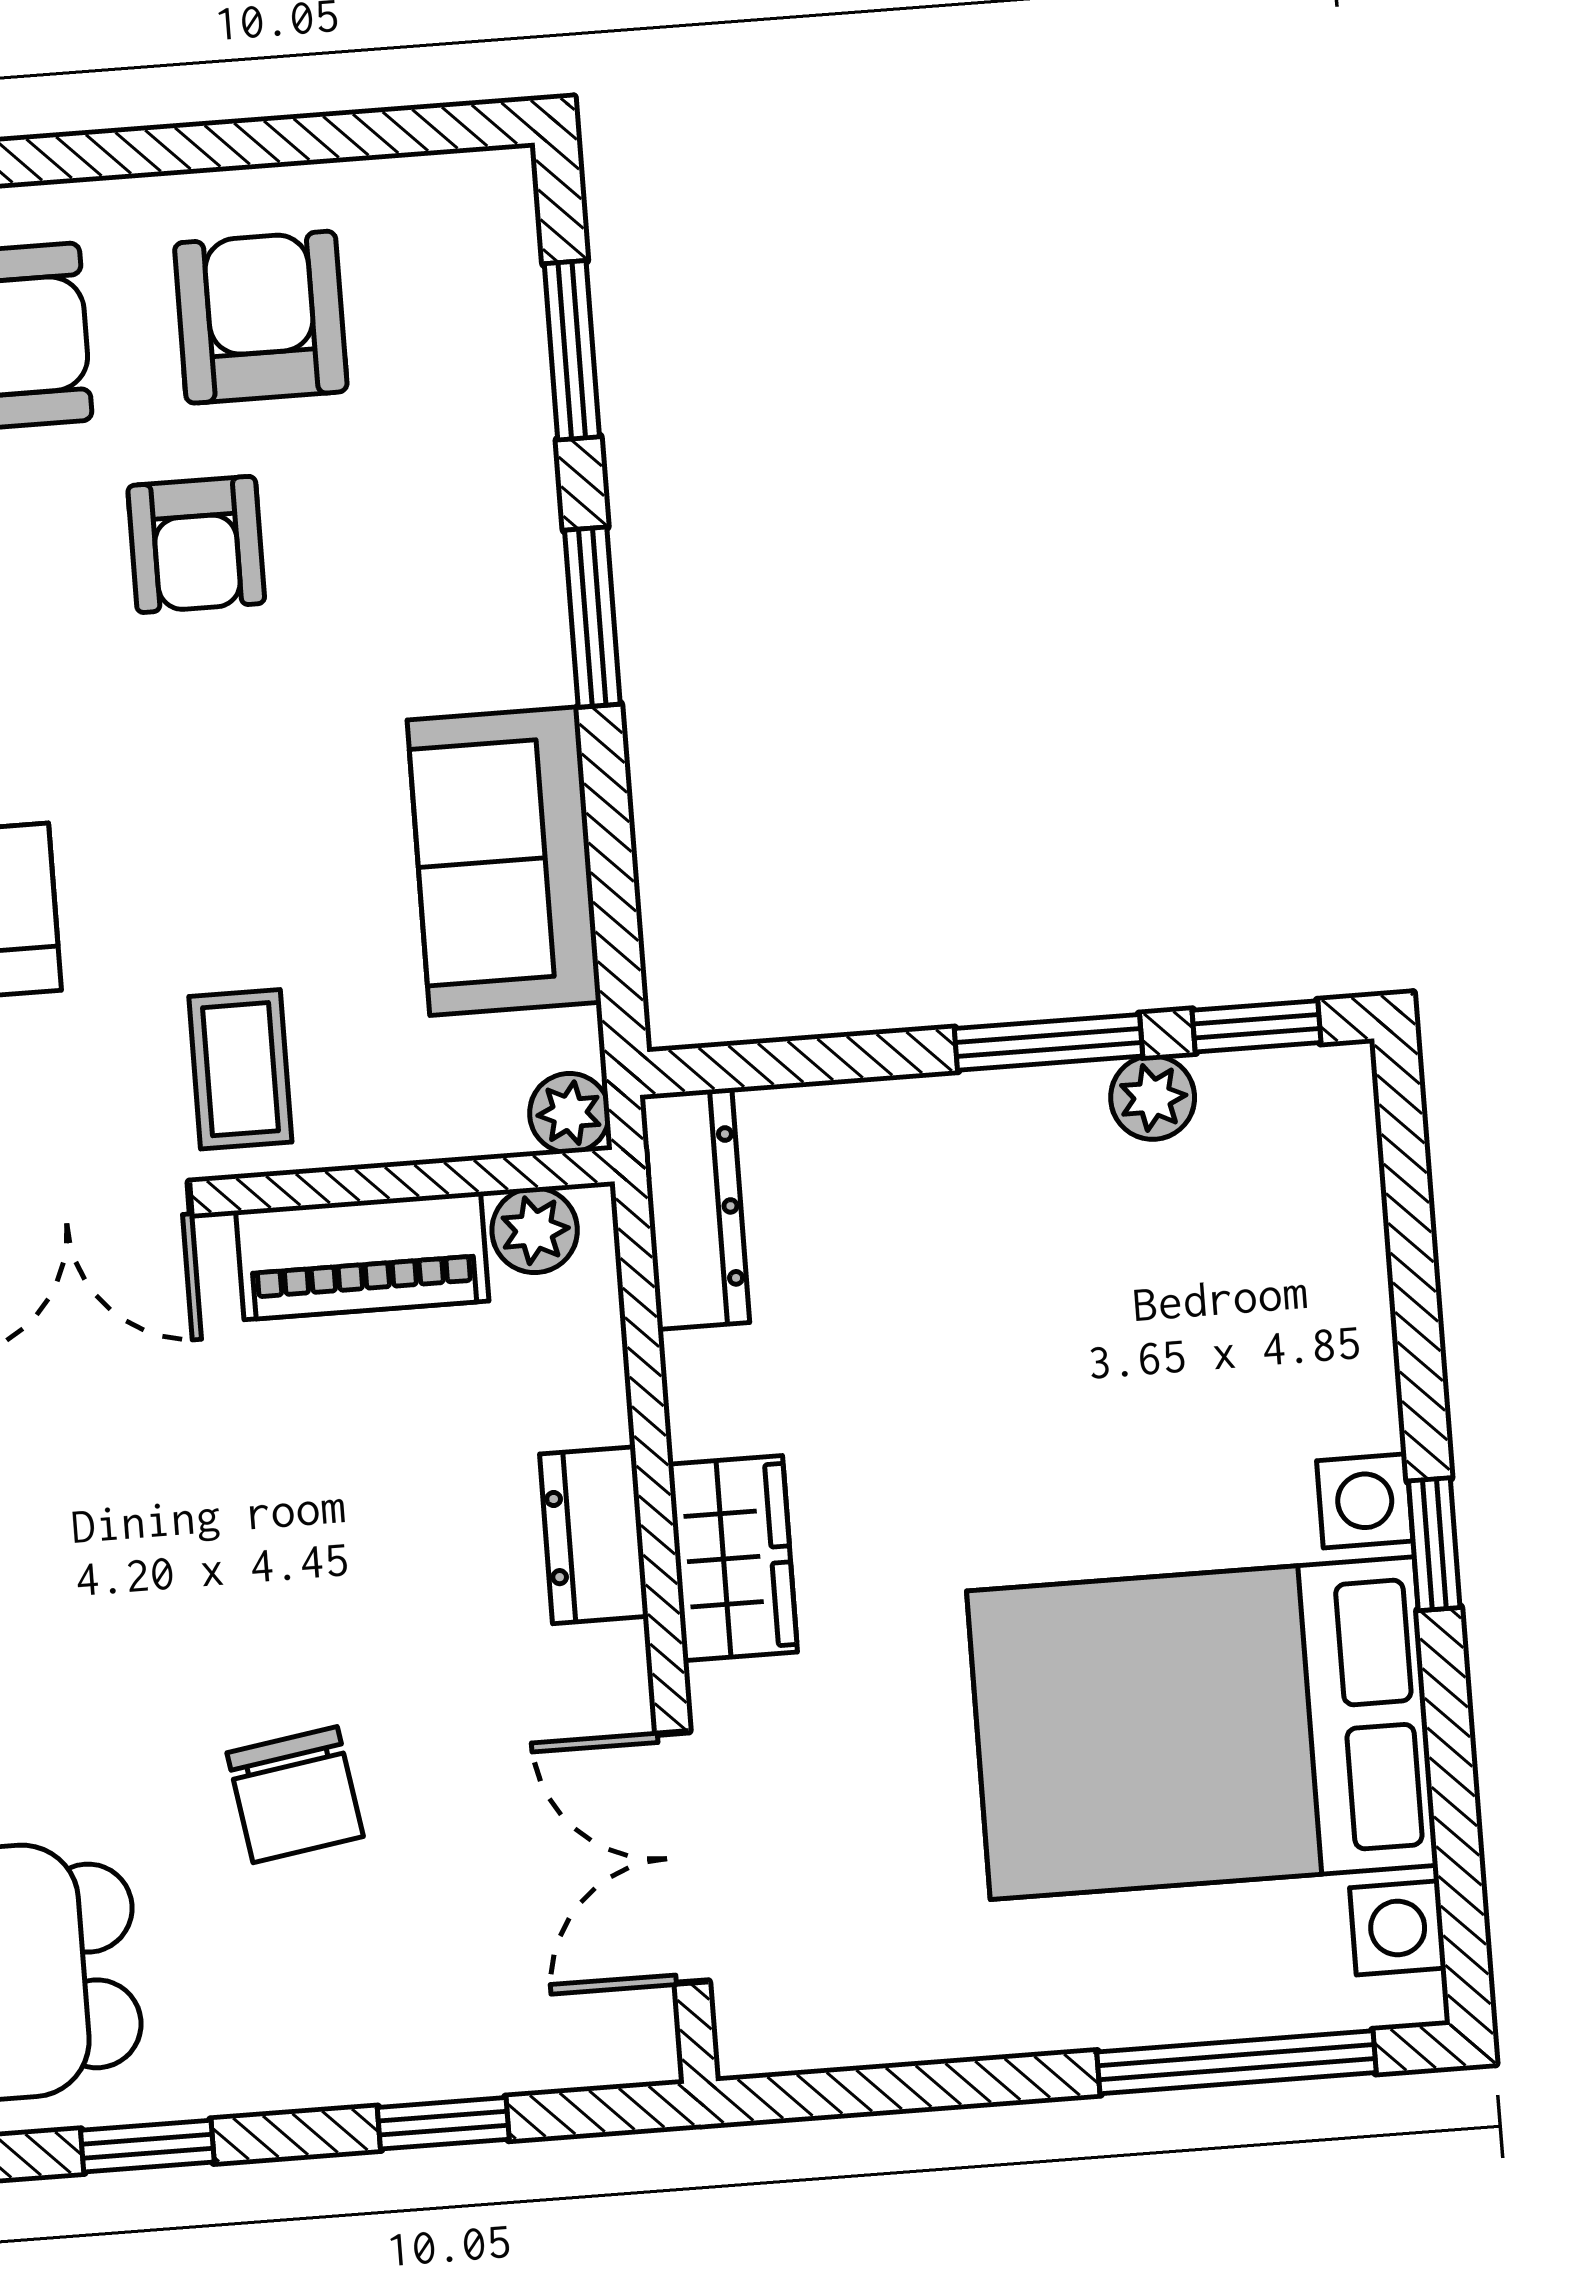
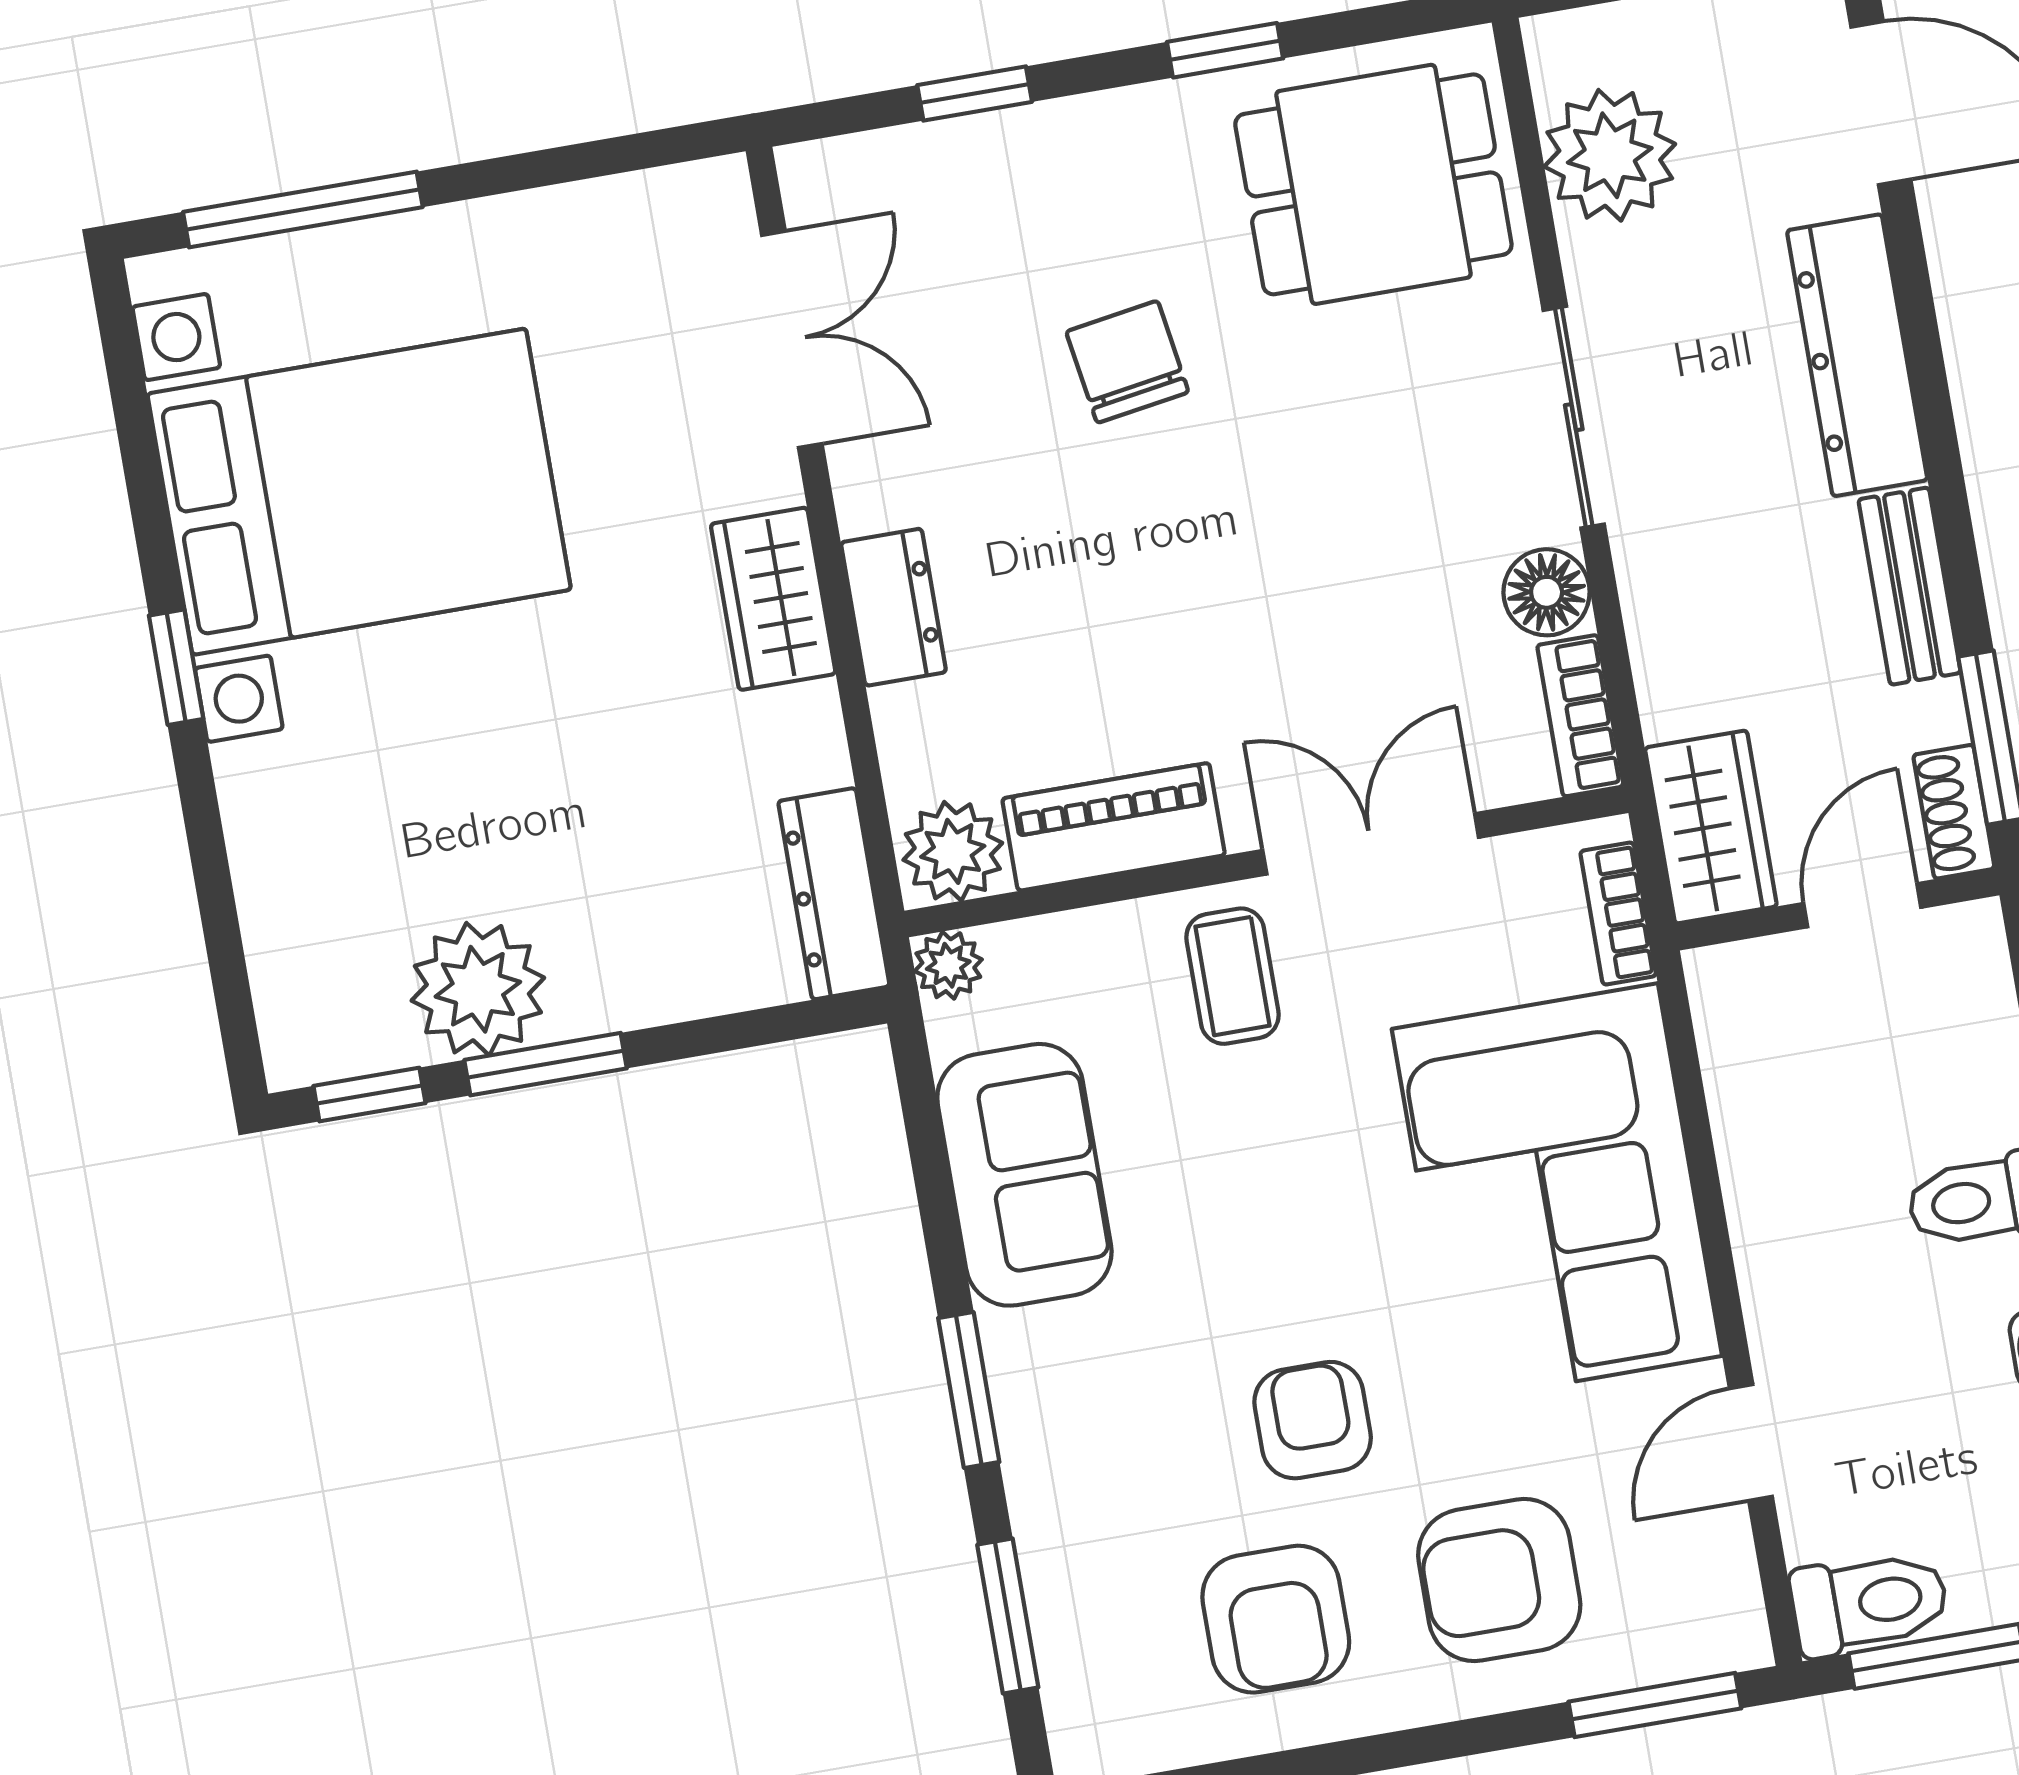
plant: (1153, 1098) -> (478, 989), width x1.88, depth x1.88
plant: (535, 1230) -> (953, 851), width x1.38, depth x1.38

